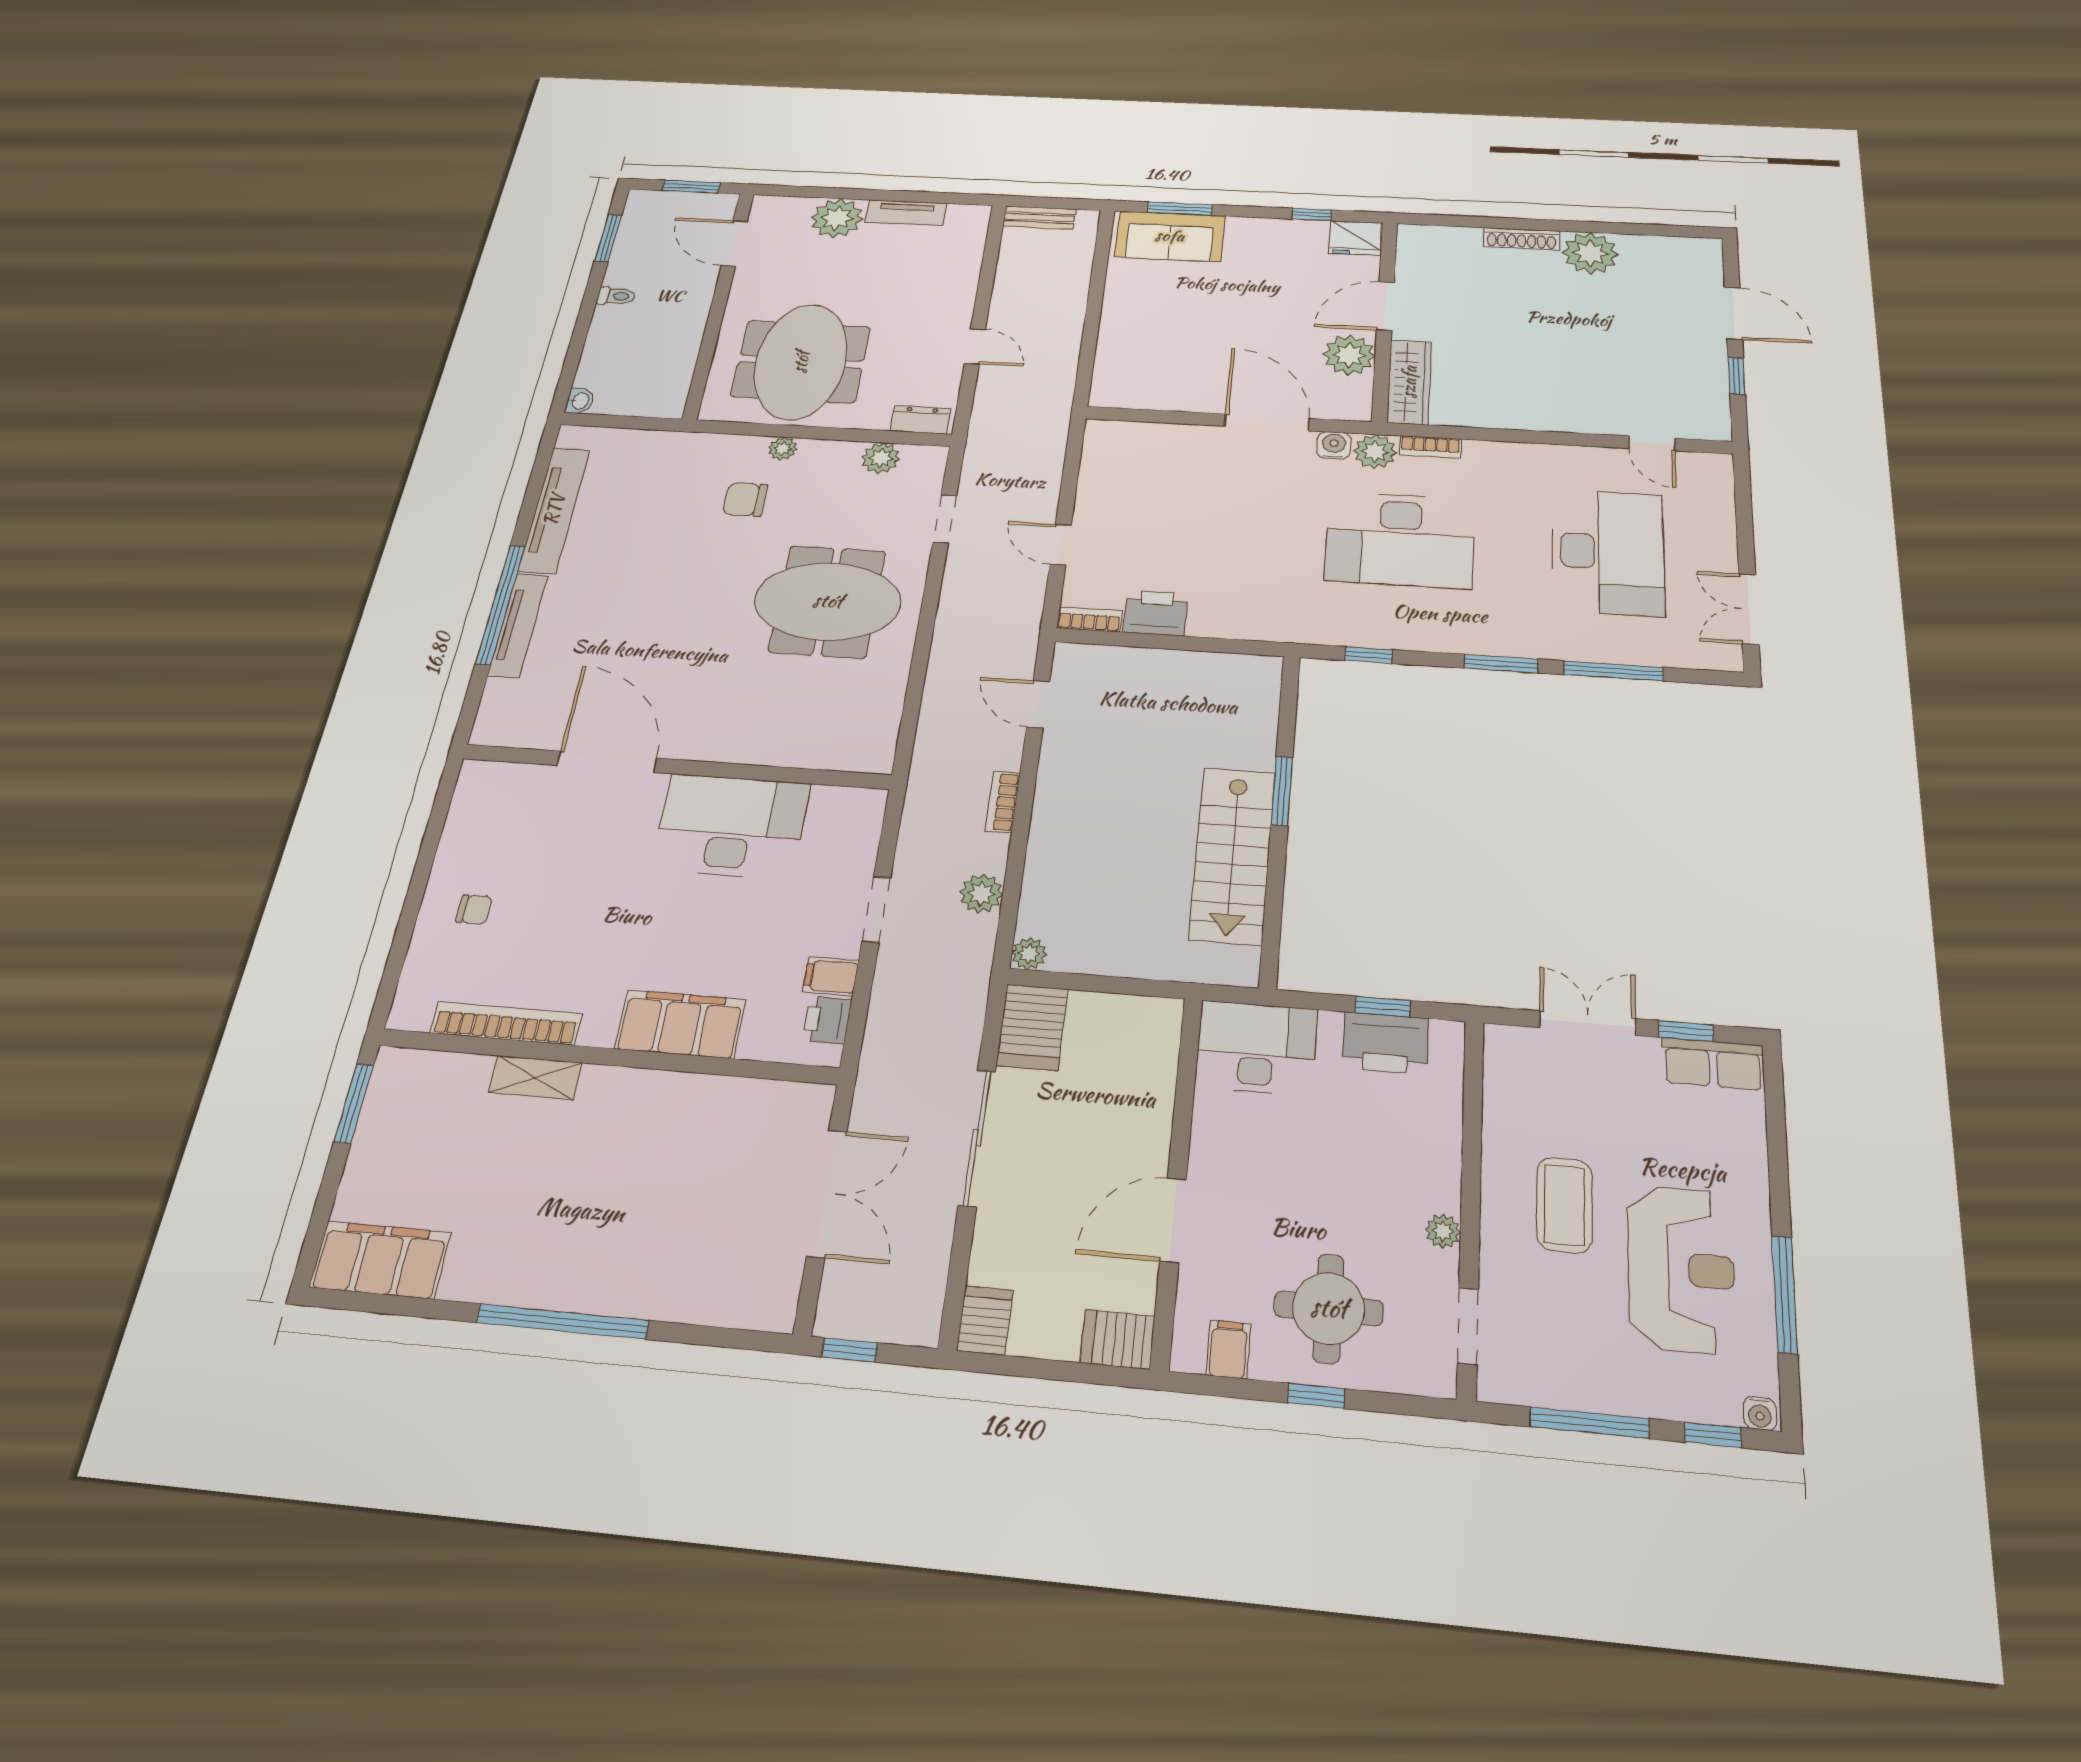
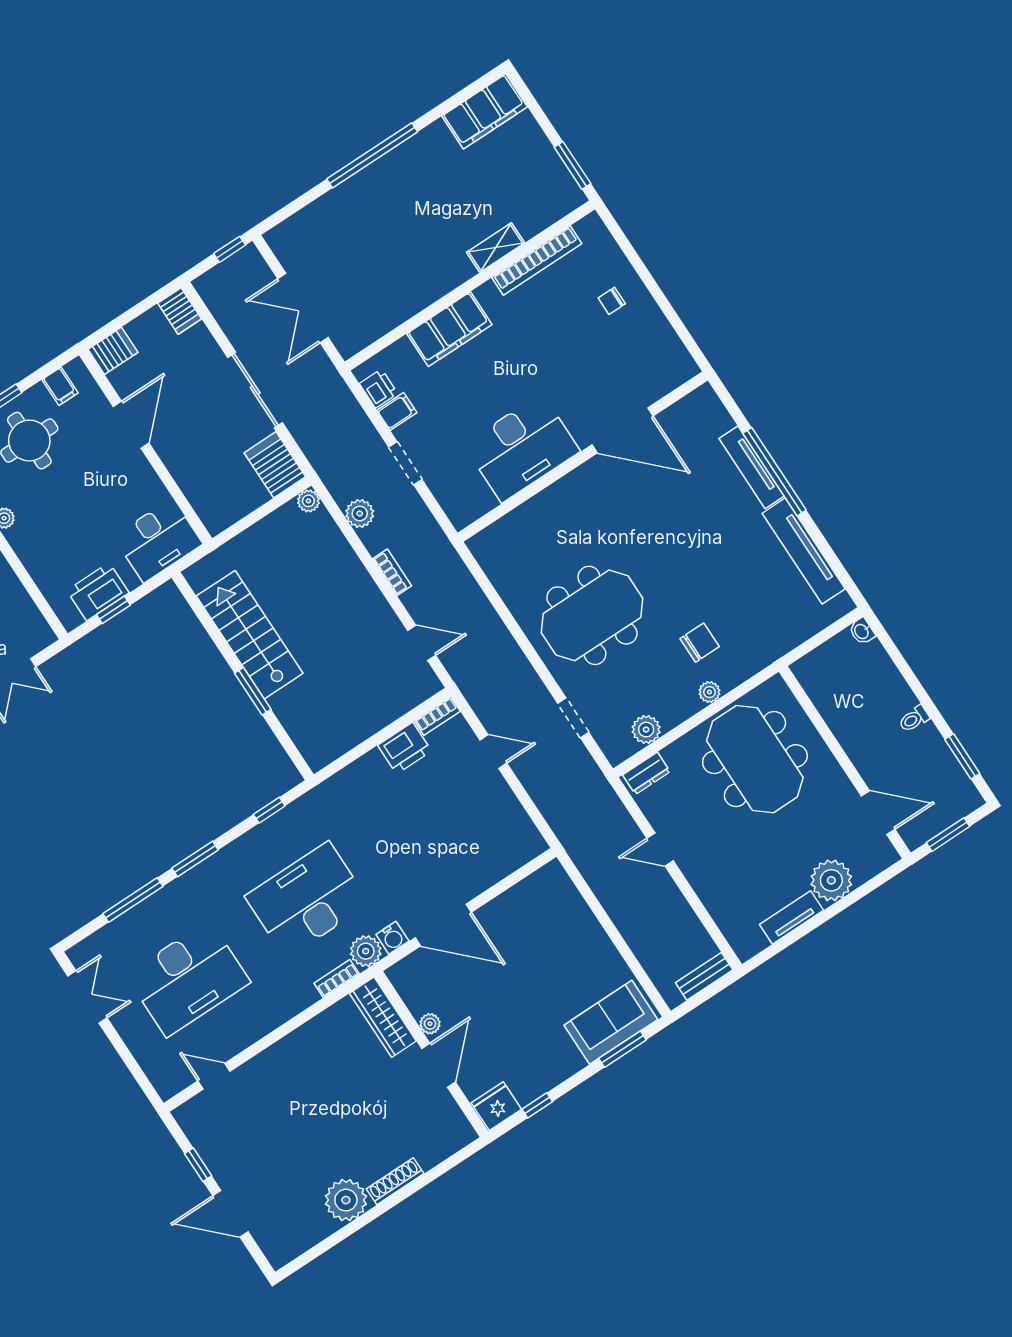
plant: (1349, 355) -> (430, 1024), width x0.53, depth x0.53
desk: (1608, 552) -> (188, 979), turned -90

